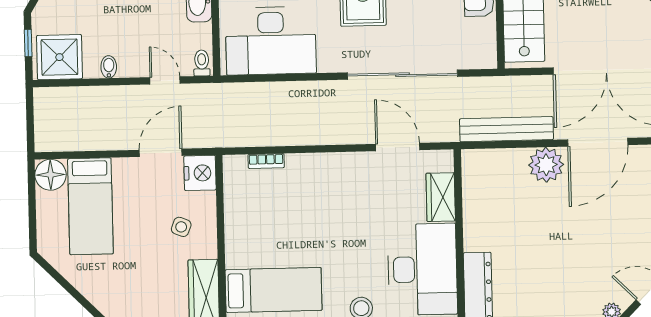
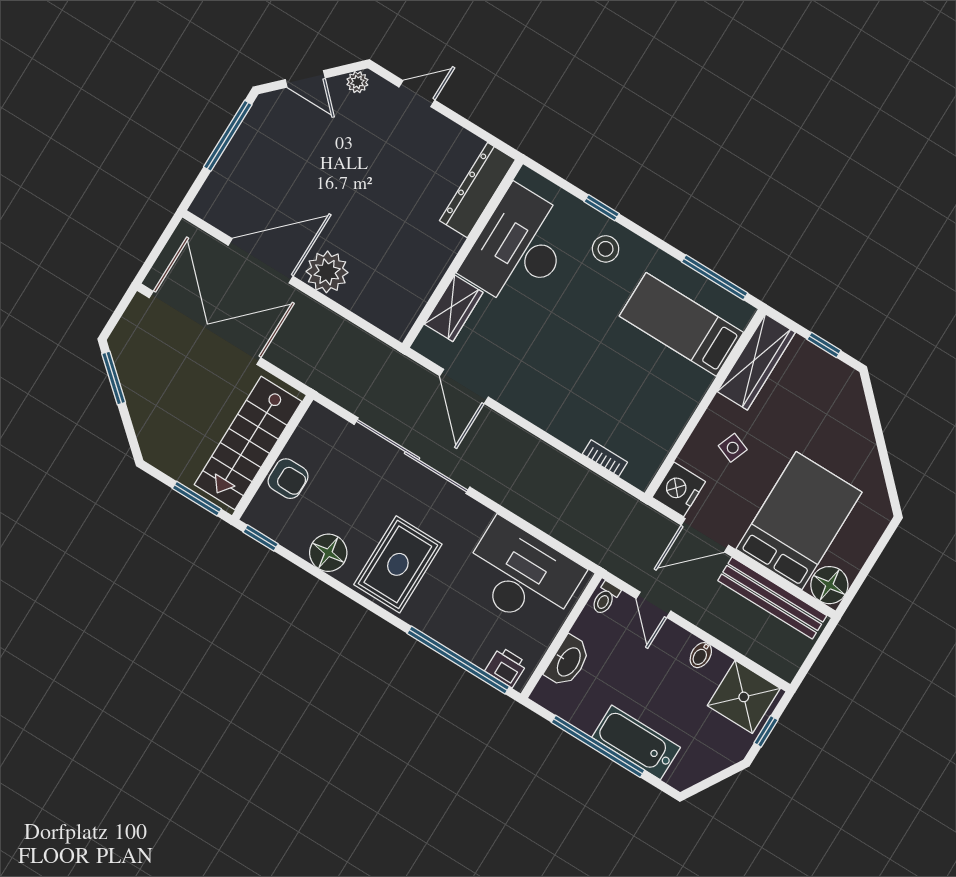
bench: (506, 129) -> (772, 598), moved
bed: (90, 206) -> (799, 521), width x1.50

